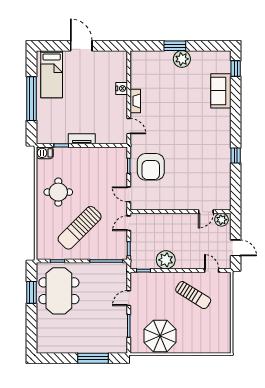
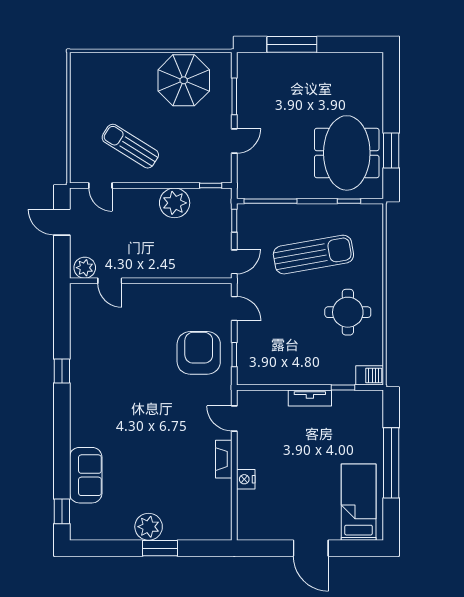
door: (206, 212) -> (110, 281), swing flipped
sun lounger: (80, 228) -> (313, 255), turned 35

